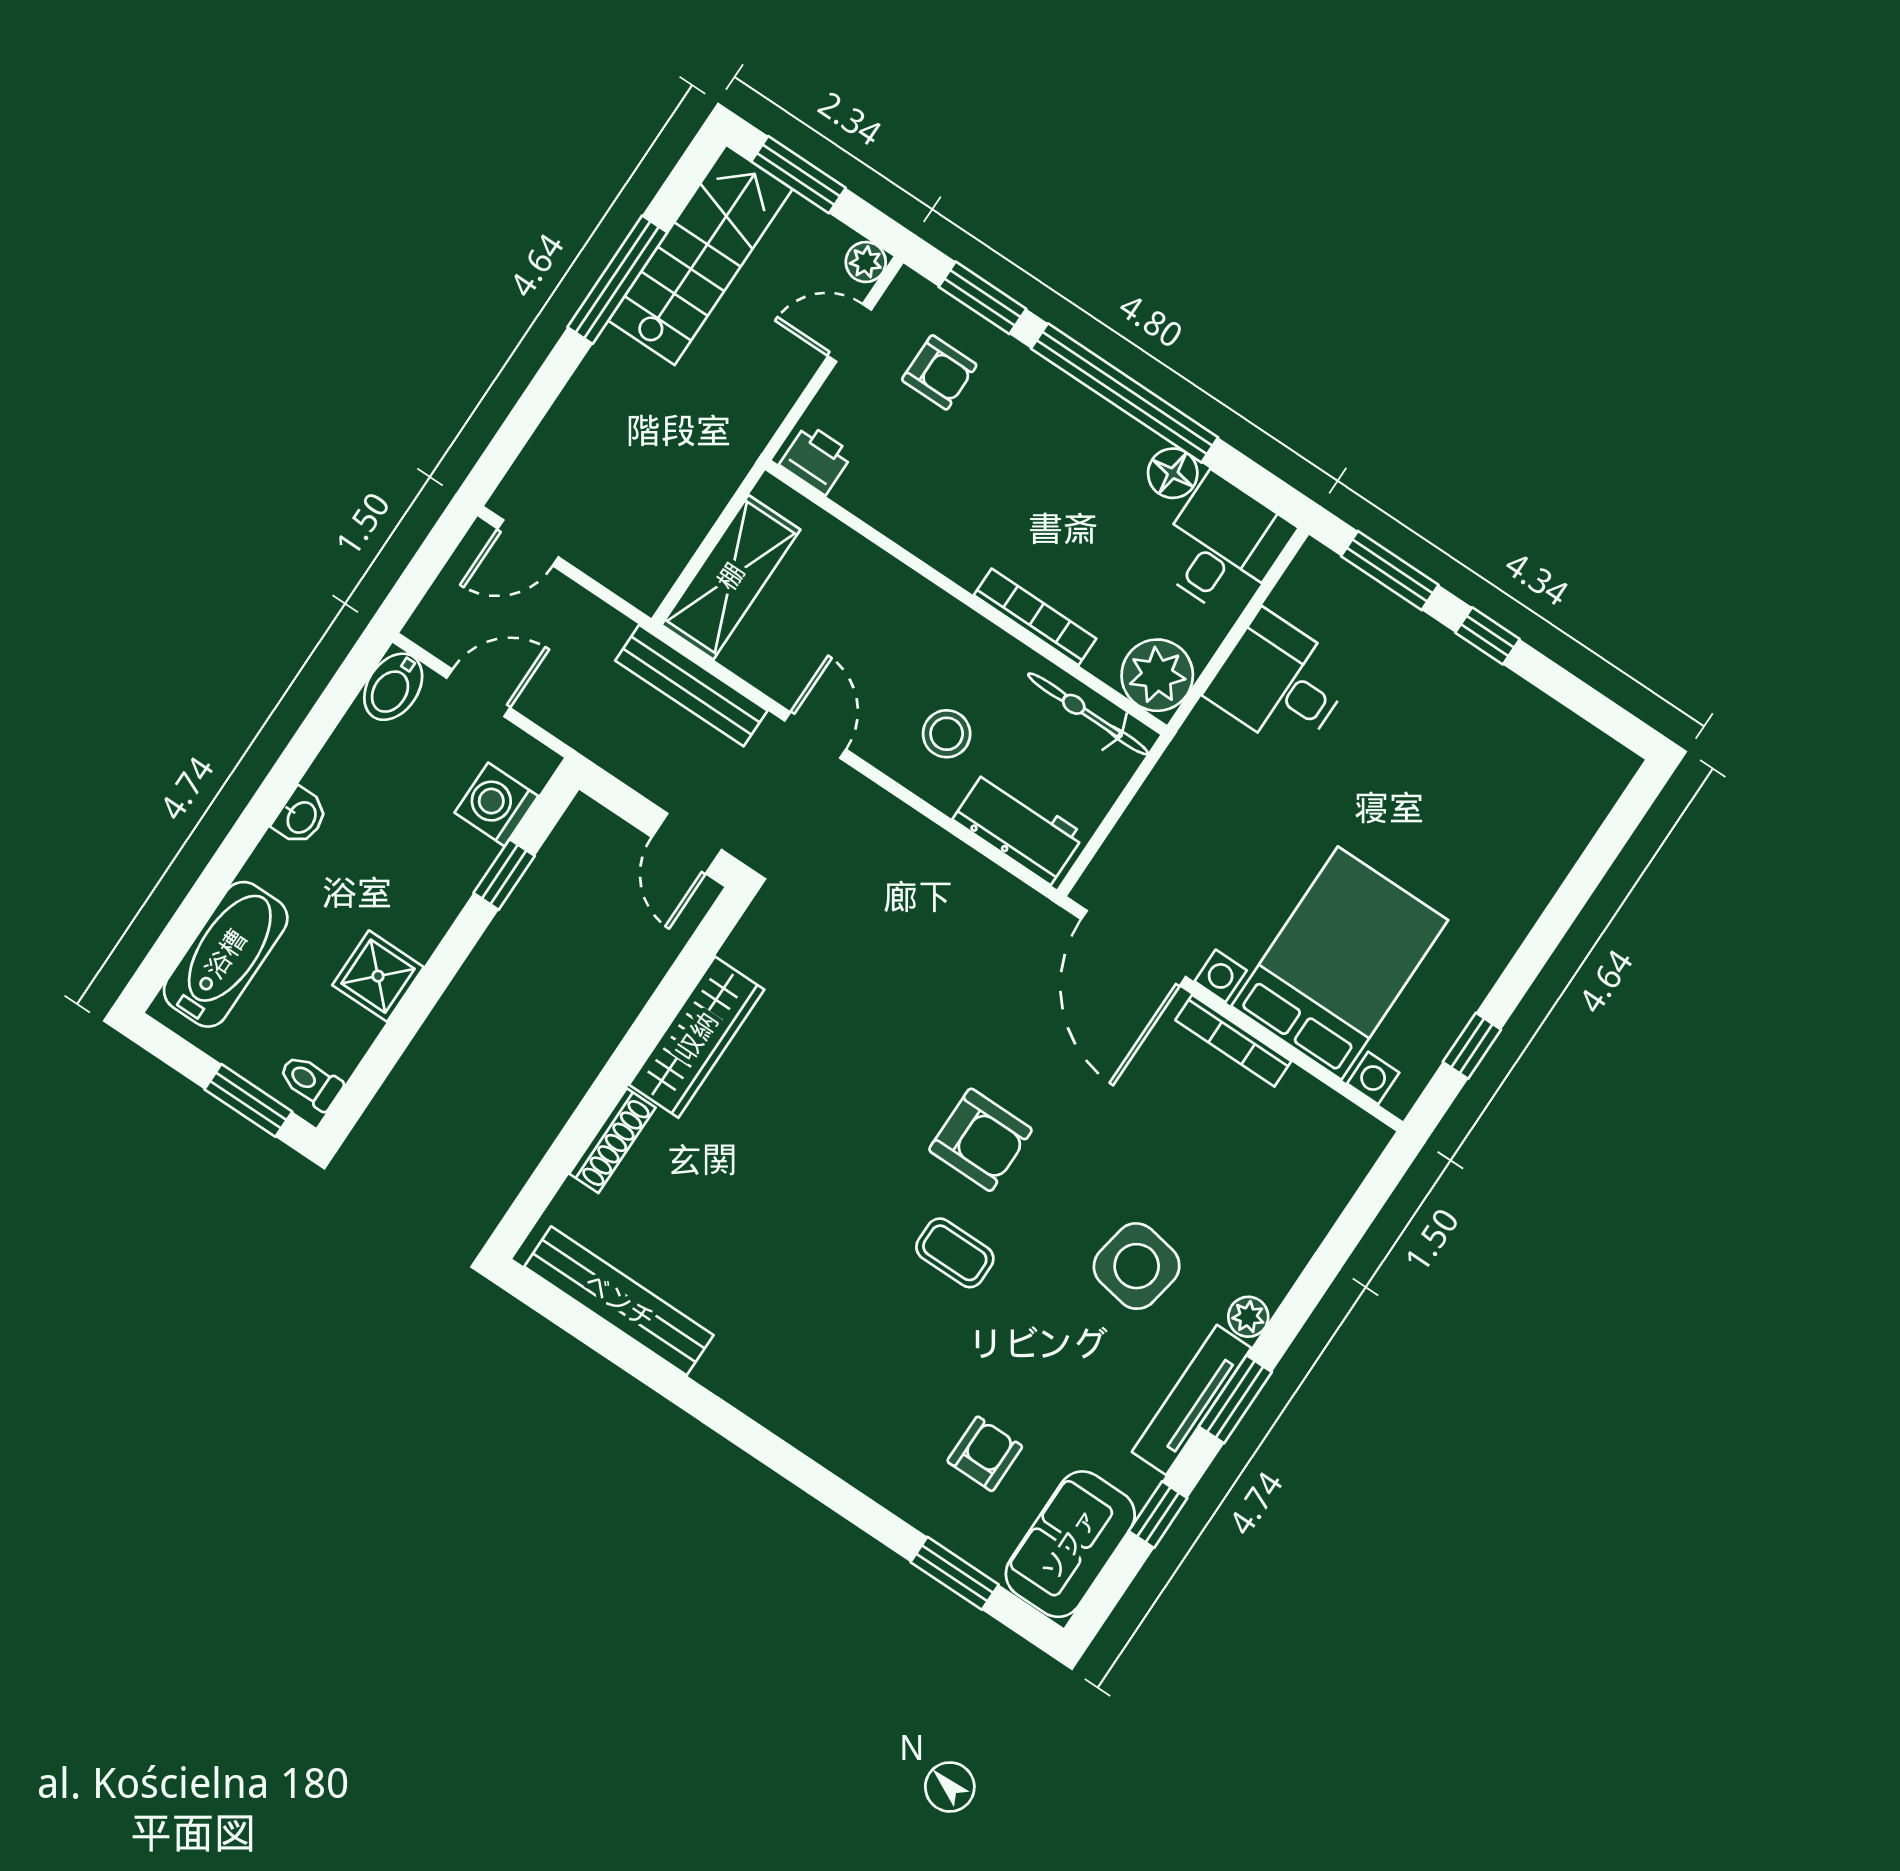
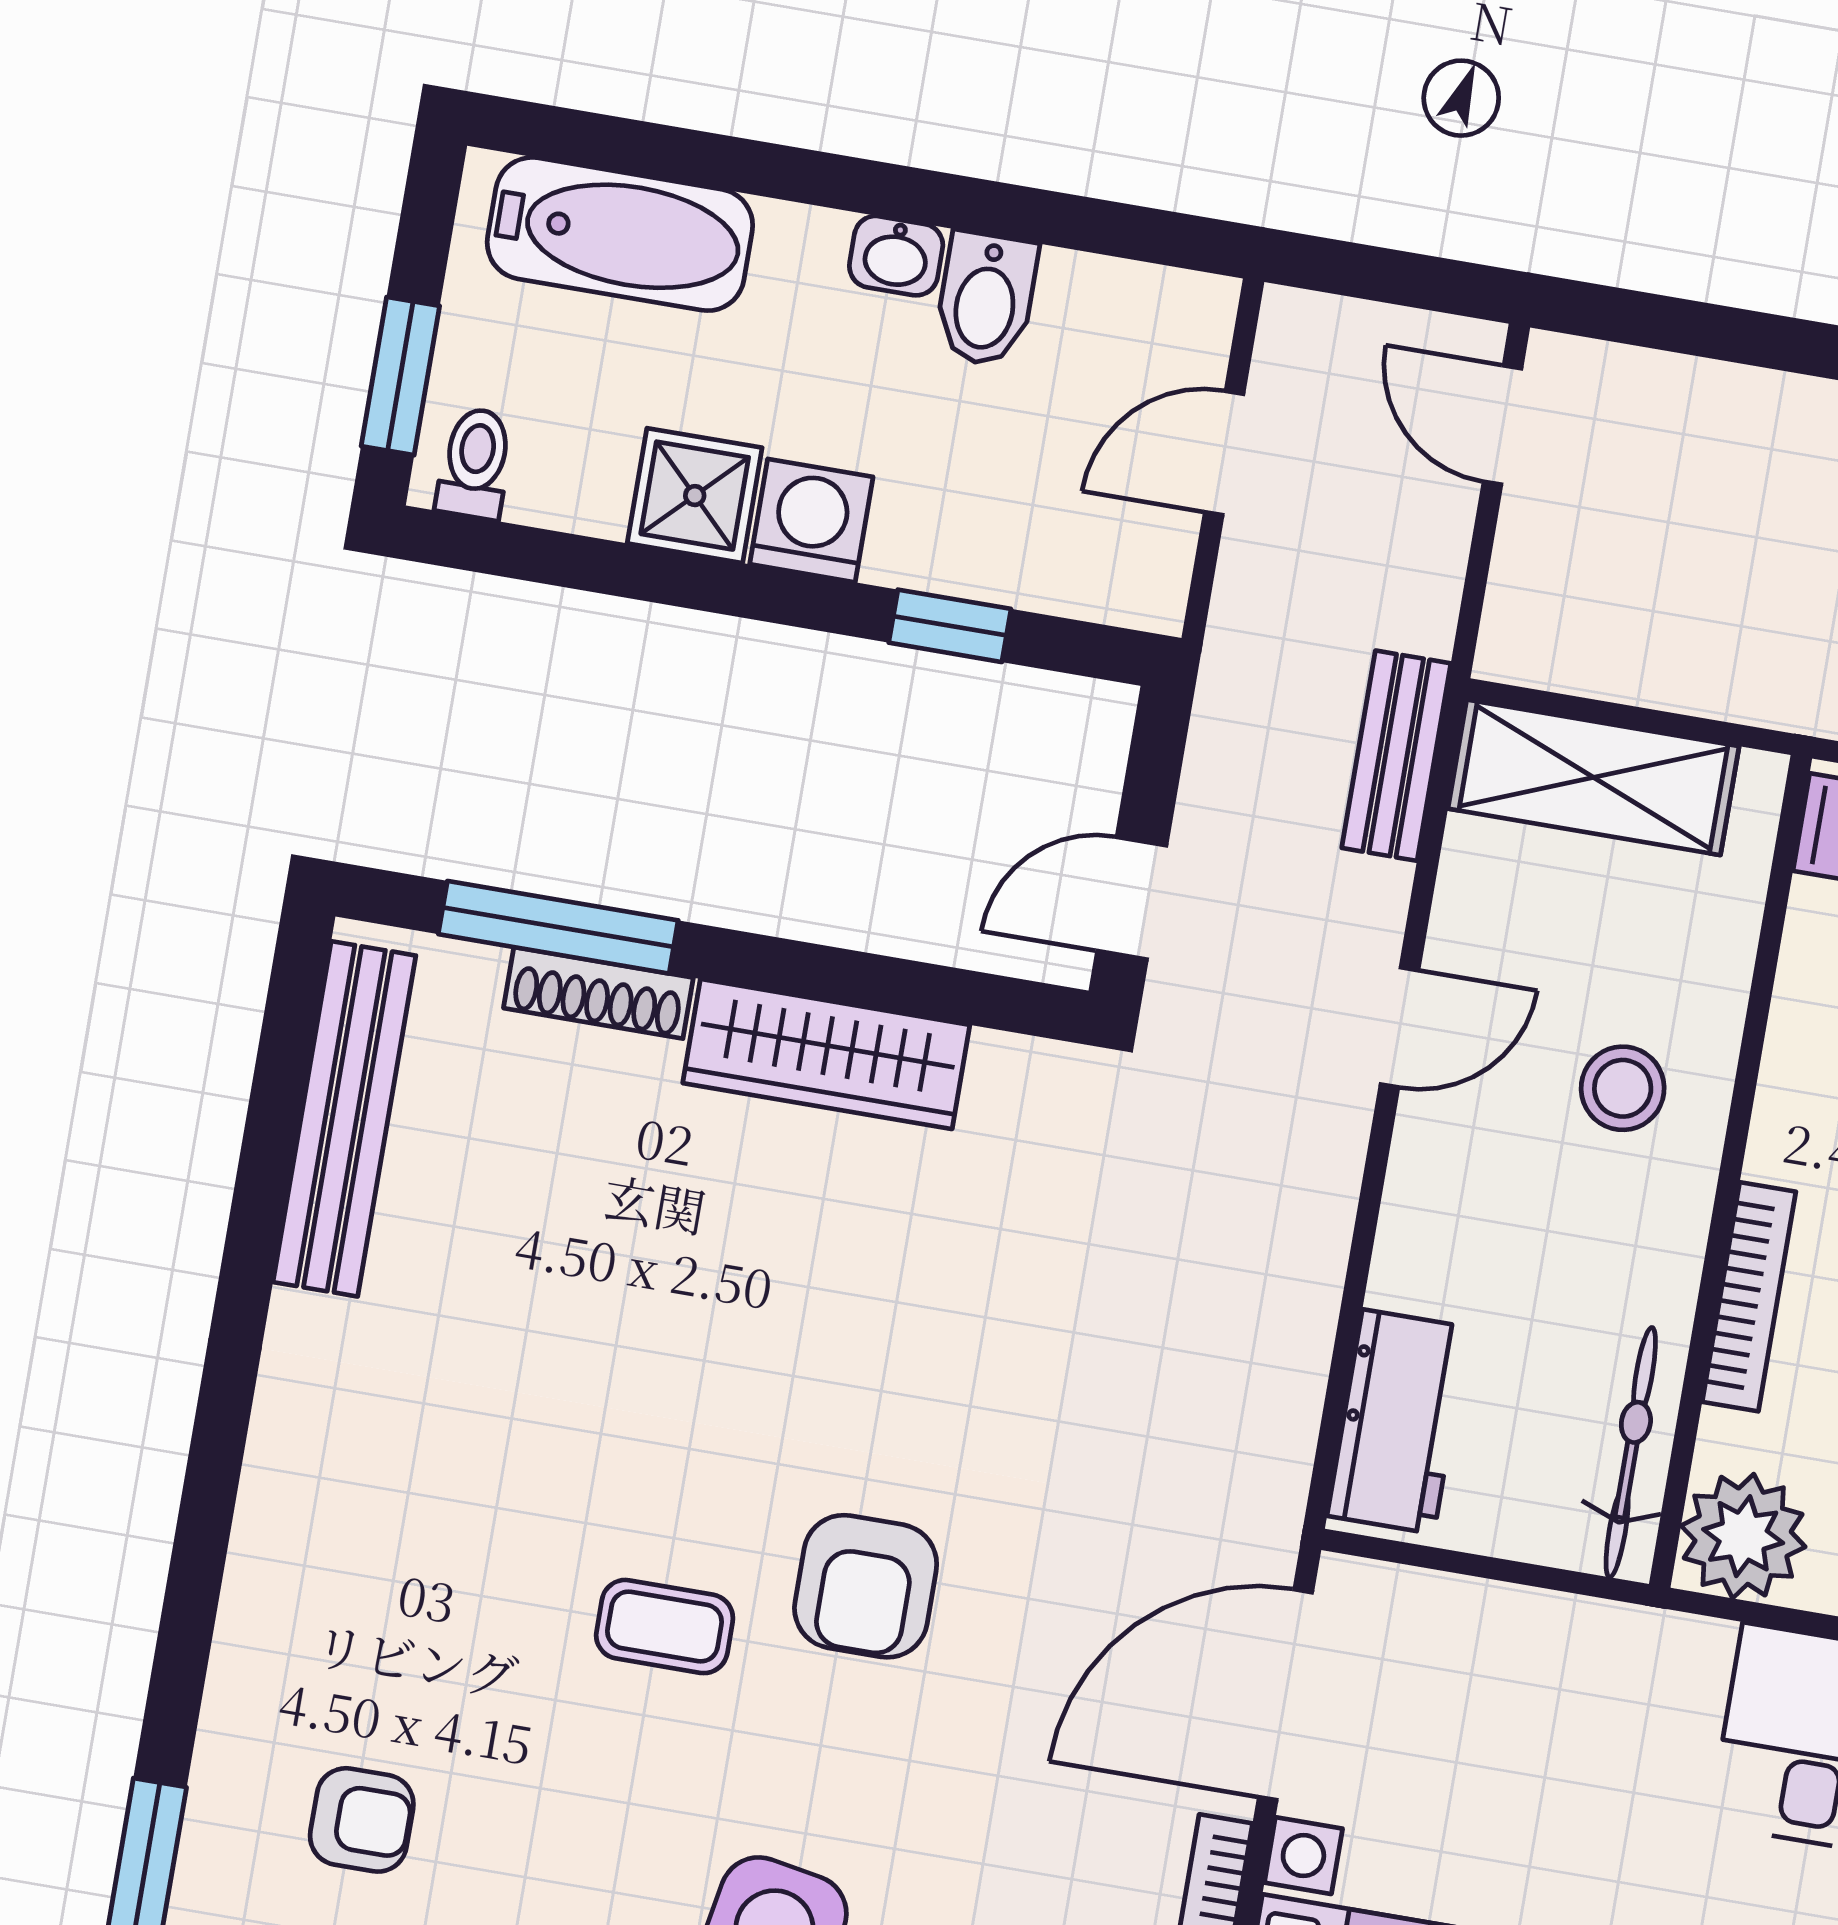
bench: (691, 686) -> (1396, 756), width x0.73
bidet: (393, 687) -> (986, 299), moved, turned -90
door: (478, 693) -> (1224, 453), swing flipped
stool: (947, 734) -> (1623, 1088), moved
washing machine: (496, 804) -> (811, 521), moved
window: (569, 1146) -> (558, 927), added
coffee table: (955, 1253) -> (665, 1627), turned 90

